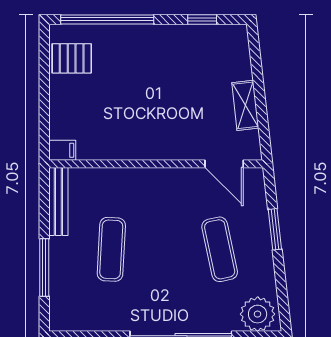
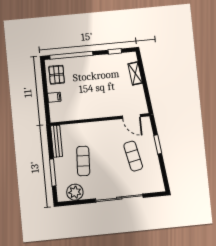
pallet: (72, 58) -> (57, 75), turned 90
shelving: (245, 105) -> (135, 73), moved
filing cabinet: (62, 150) -> (54, 97), moved
plant: (258, 314) -> (75, 192), moved

